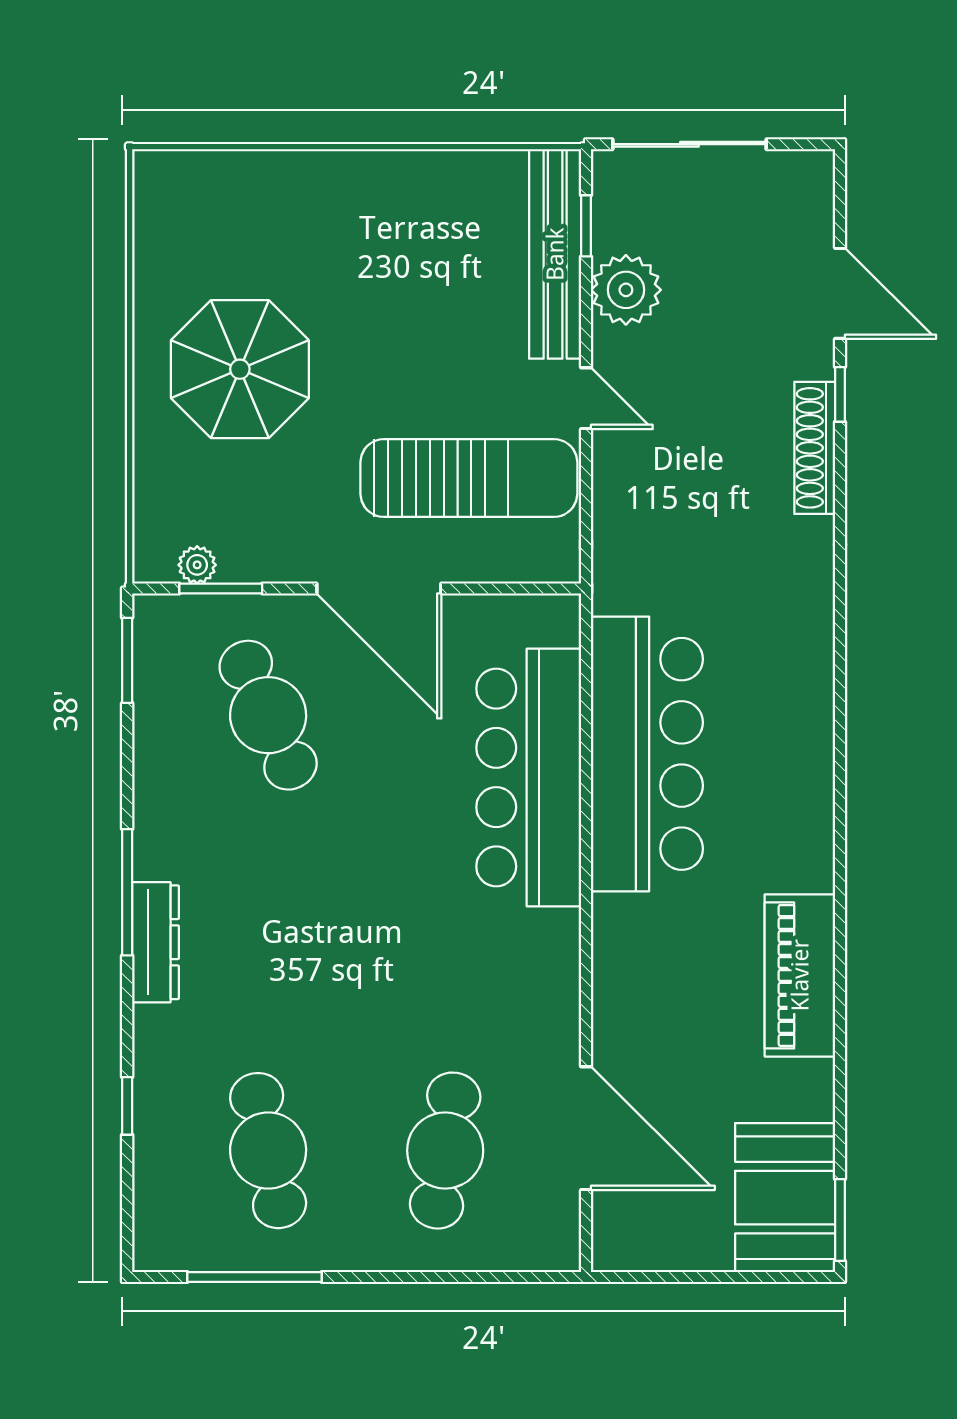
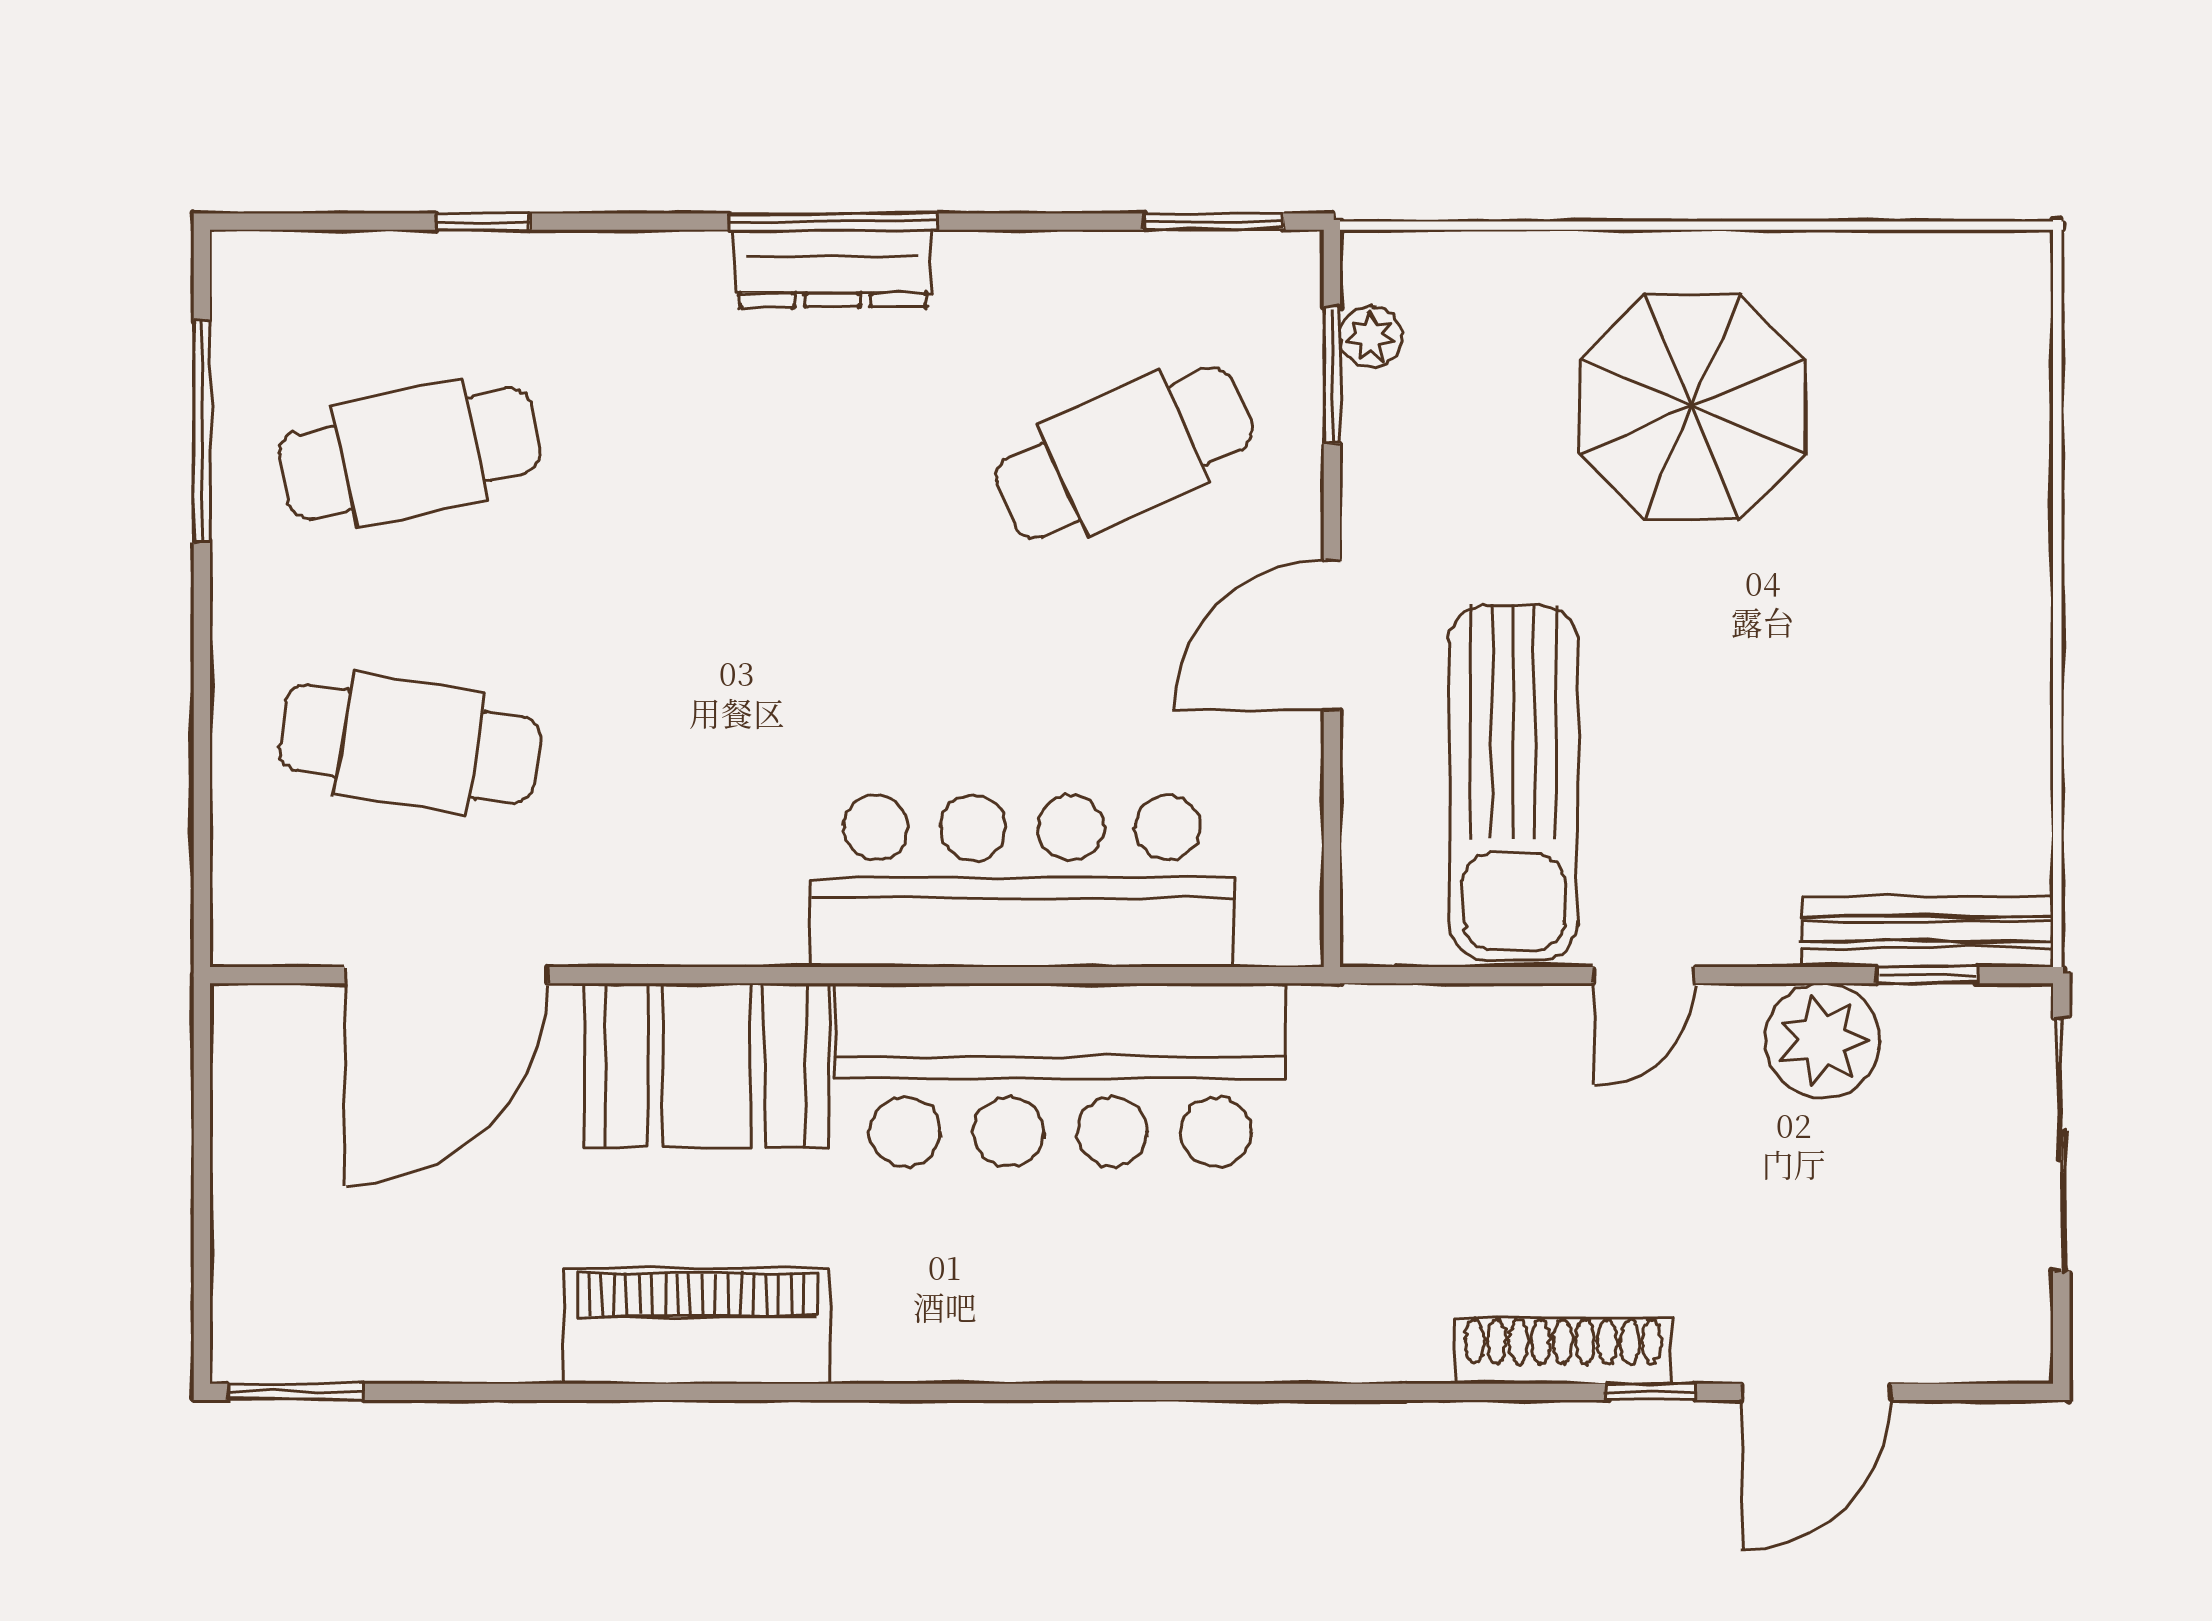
bench: (555, 254) -> (1927, 932), width x0.73, depth x0.82
door: (379, 589) -> (1332, 635), width x0.73
dresser: (155, 942) -> (833, 268), moved
booth: (785, 1198) -> (706, 1065), moved

